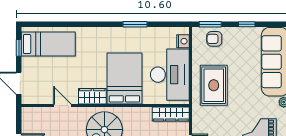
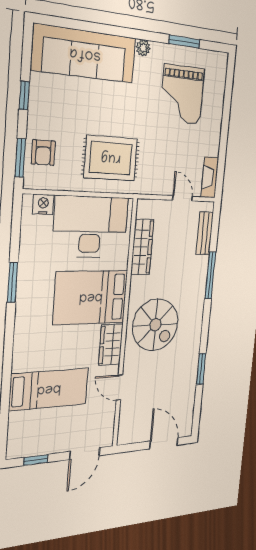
bed: (48, 44) -> (49, 389), moved, turned 90
door: (62, 106) -> (119, 388), hinge flipped
wardrobe: (171, 114) -> (142, 247), moved

